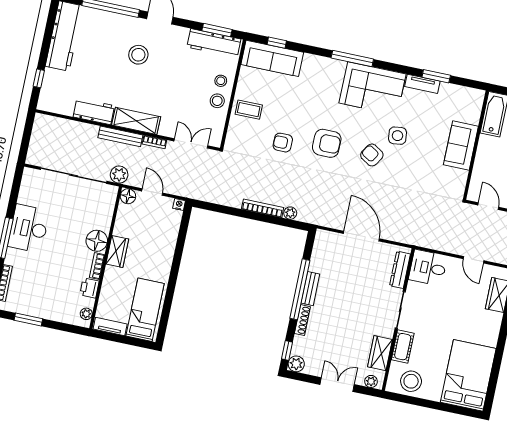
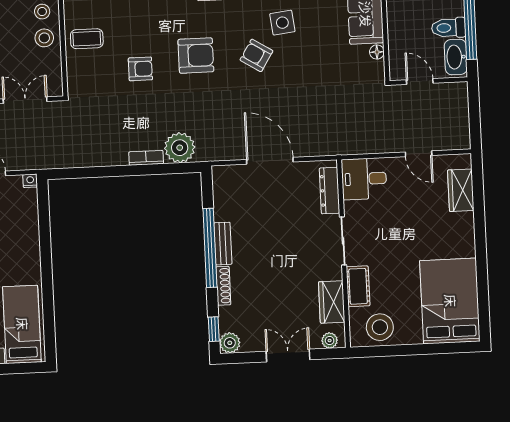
armchair: (283, 143) -> (140, 69), turned 180
floor lamp: (462, 176) -> (377, 52), added
bookcase: (263, 208) -> (146, 158), width x0.64
plant: (290, 213) -> (180, 148), width x1.87, depth x1.87

